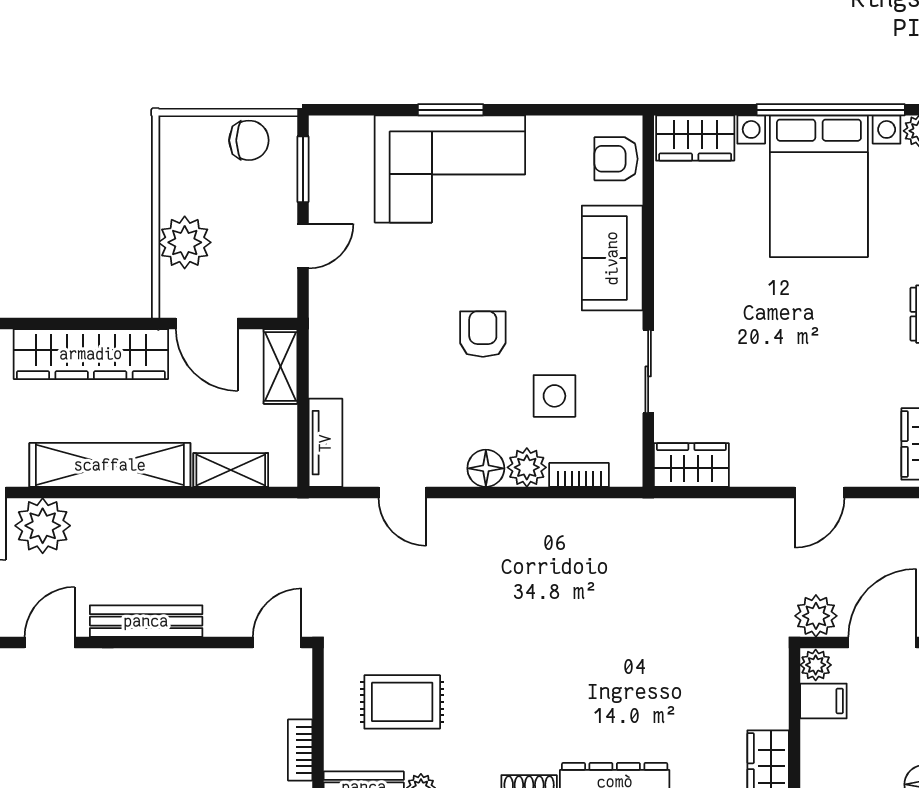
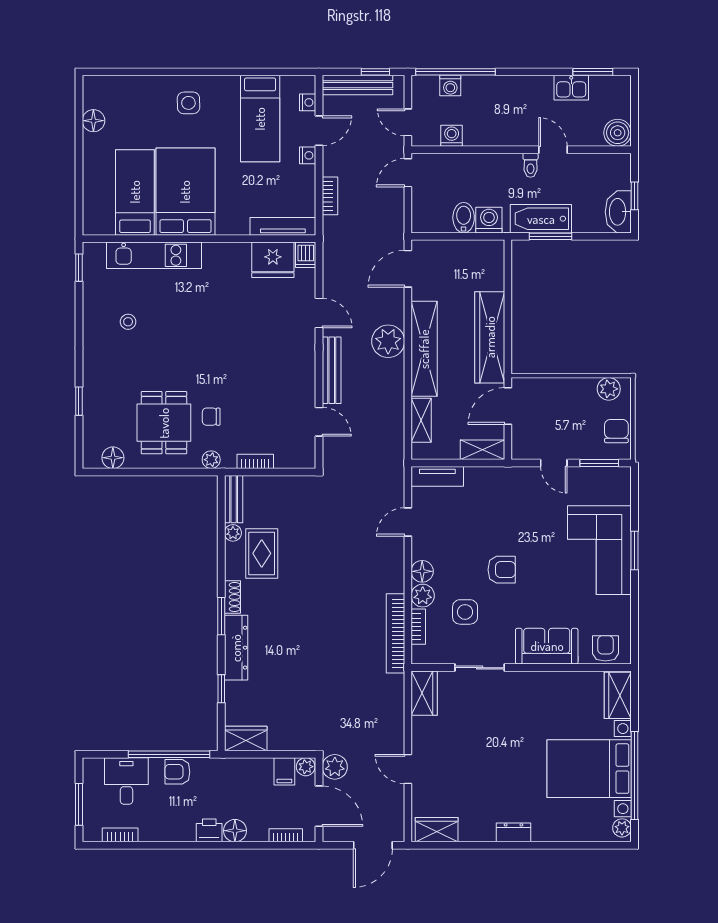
chair: (249, 140) -> (616, 431), turned 180
plant: (185, 242) -> (609, 389), moved, width x0.73, depth x0.73
bookcase: (591, 513) -> (396, 633), added
plant: (43, 526) -> (388, 341), moved
door: (277, 643) -> (319, 422), moved
rug: (402, 702) -> (262, 553), moved

